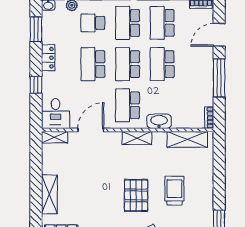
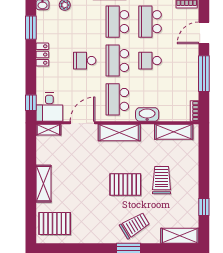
school desk: (93, 23) -> (85, 22), removed
school desk: (93, 64) -> (85, 61), width x0.54
school desk: (162, 64) -> (150, 61), width x0.54
window: (36, 85) -> (31, 103), moved
shelving: (137, 138) -> (119, 132), width x1.50, depth x1.33
pallet: (136, 195) -> (125, 185), turned 90

